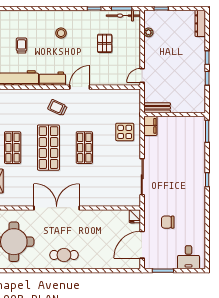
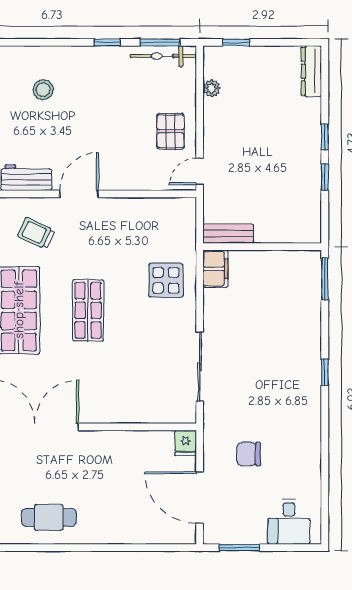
pallet: (105, 43) -> (171, 131), moved
door: (142, 245) -> (200, 498), hinge flipped

